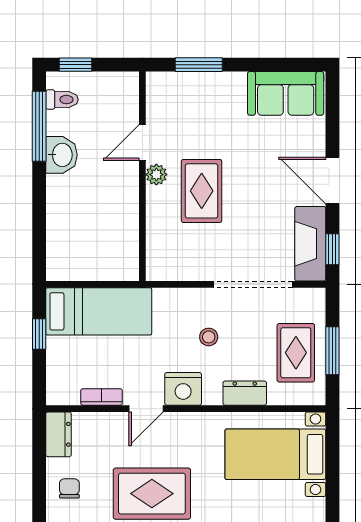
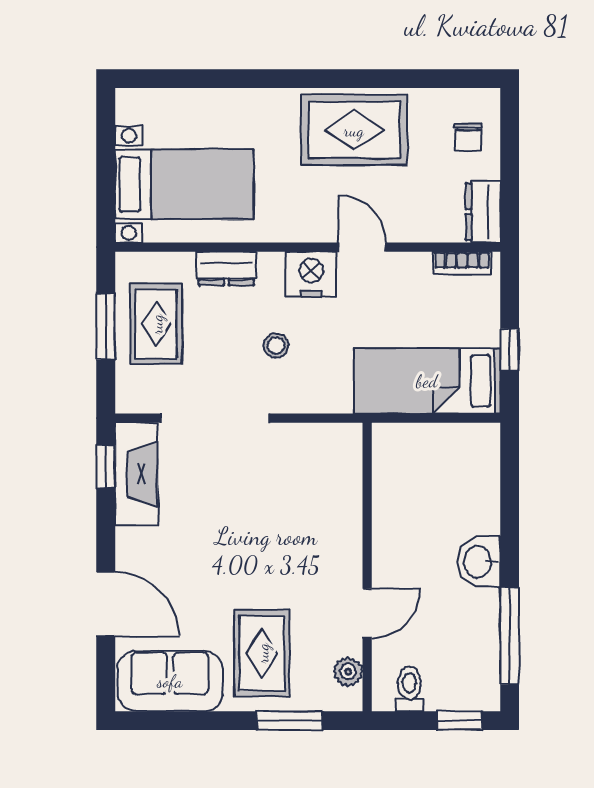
toilet: (62, 100) -> (409, 689), moved, turned 90
washbasin: (61, 155) -> (479, 562), moved
plant: (156, 175) -> (348, 672), moved
door: (332, 180) -> (106, 604), moved
rug: (202, 191) -> (262, 653), moved
bookcase: (102, 397) -> (462, 263), moved
door: (146, 409) -> (362, 247), hinge flipped

